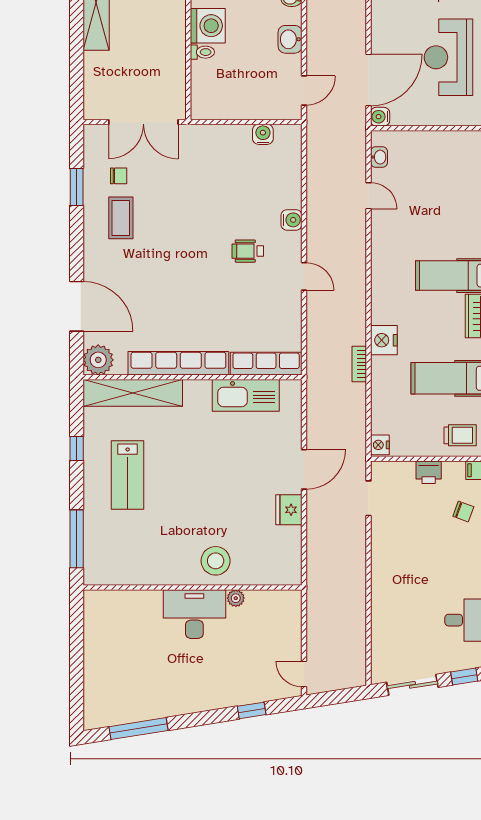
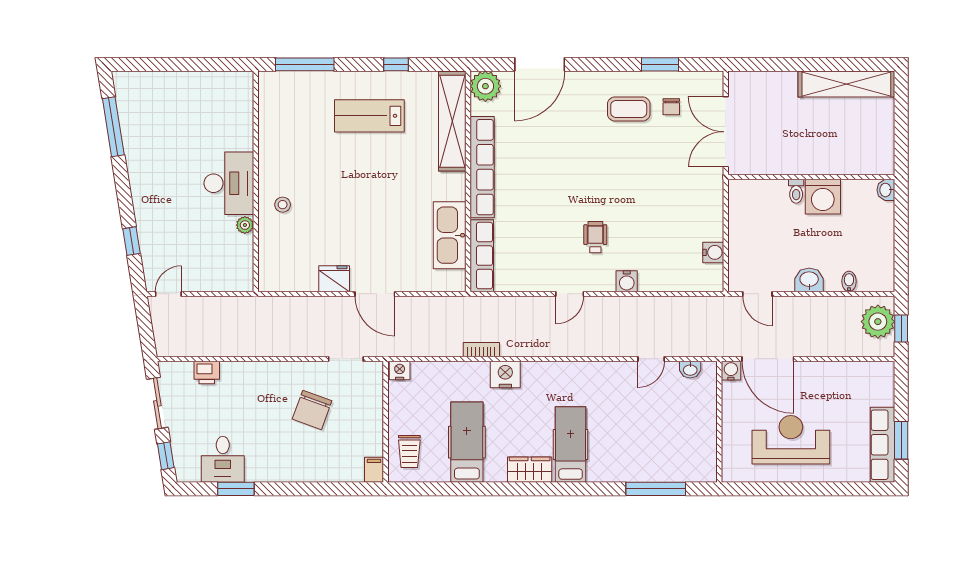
printer: (429, 472) -> (207, 373), moved, turned -90
chair: (463, 511) -> (312, 410), moved, width x1.87, depth x1.87
stool: (216, 561) -> (283, 205), width x0.53, depth x0.53

